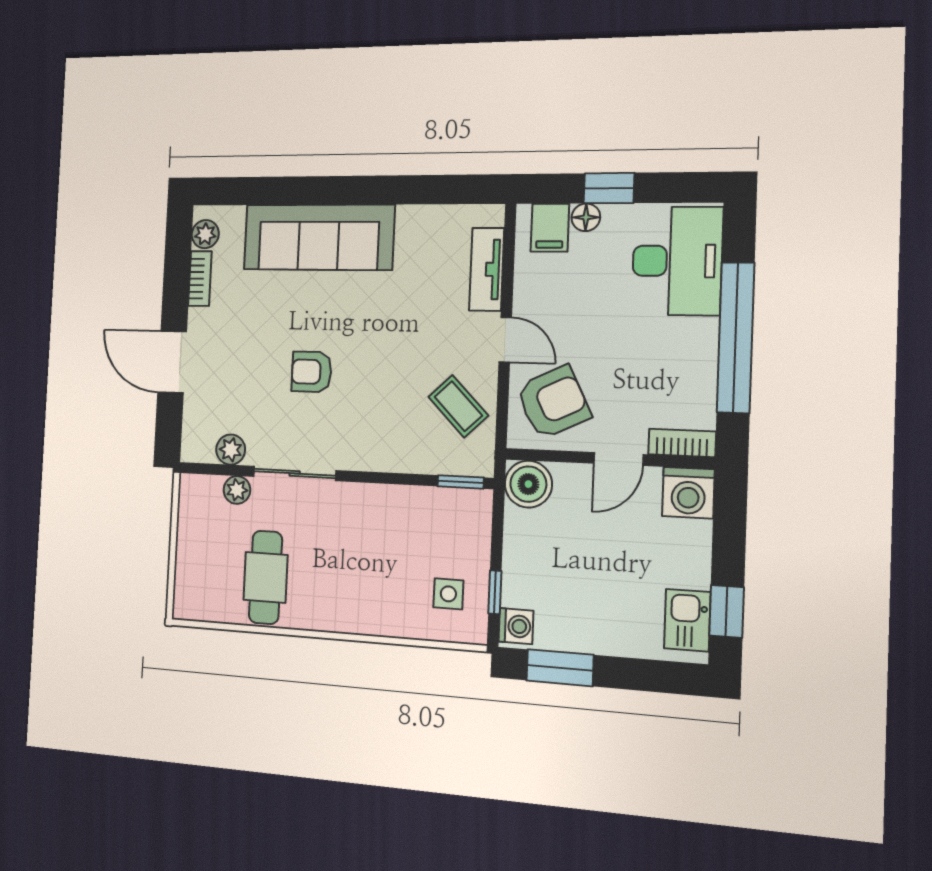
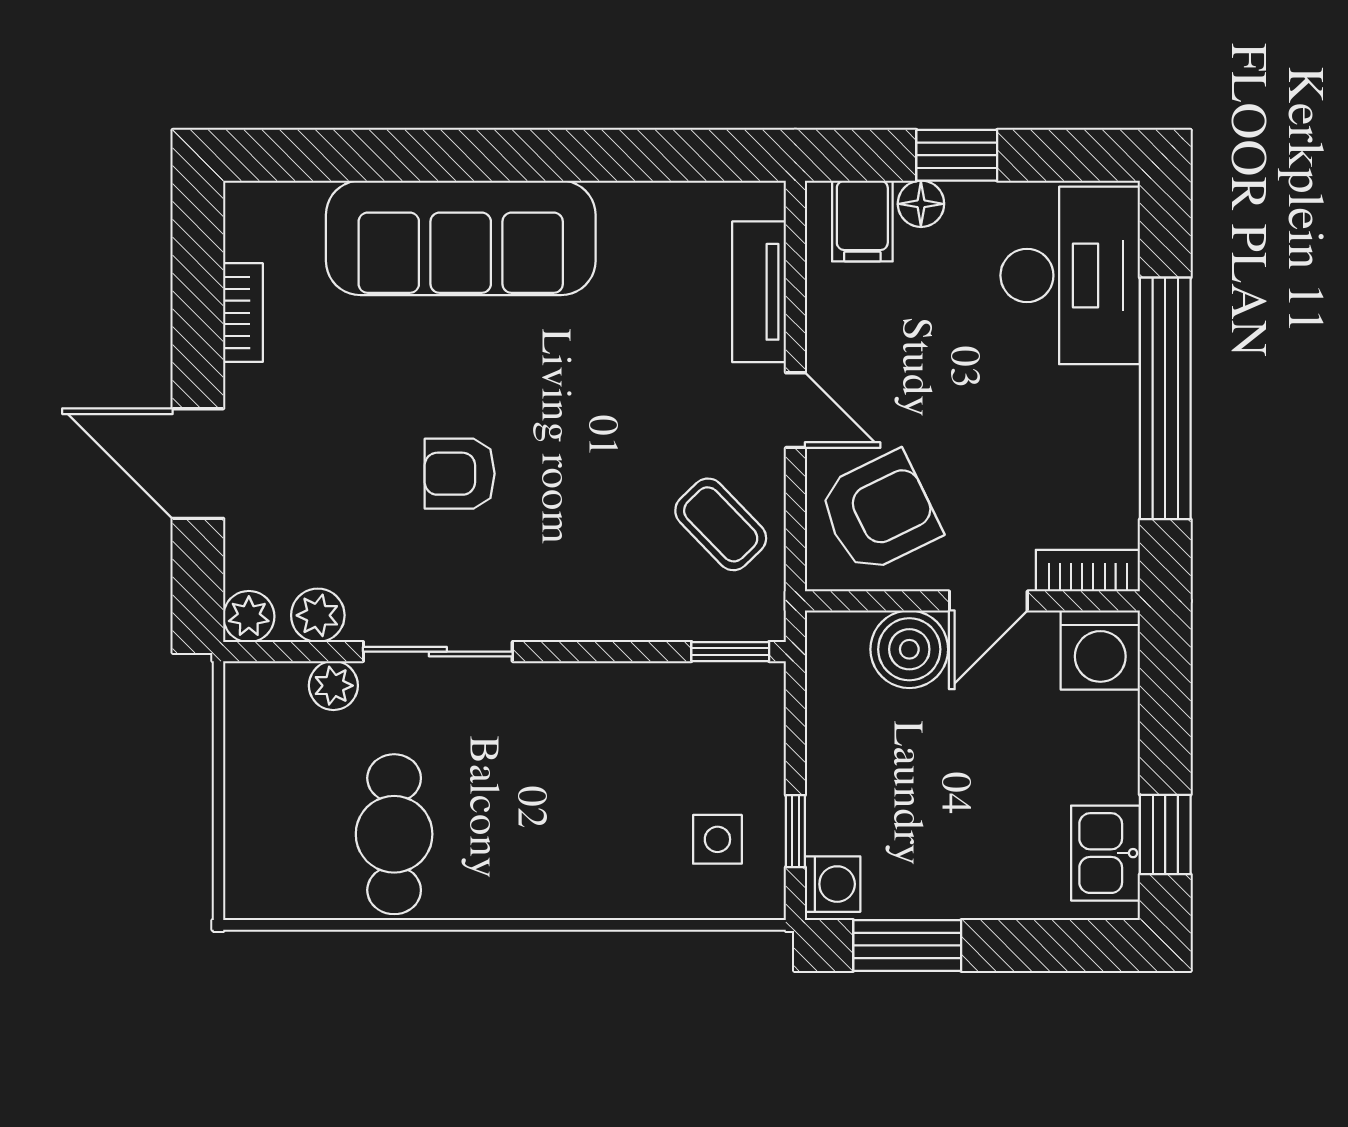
plant: (205, 234) -> (249, 616), moved
boiler: (528, 484) -> (909, 649), moved

